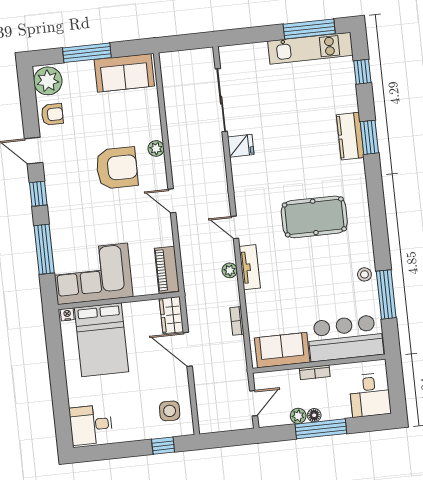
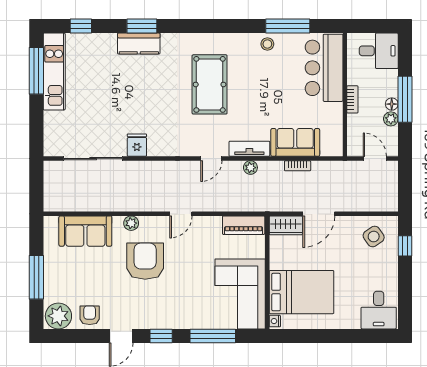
sofa: (124, 73) -> (85, 231), moved, turned 90
sofa: (282, 350) -> (295, 142), moved, turned 90
side table: (170, 411) -> (374, 237), turned -37

